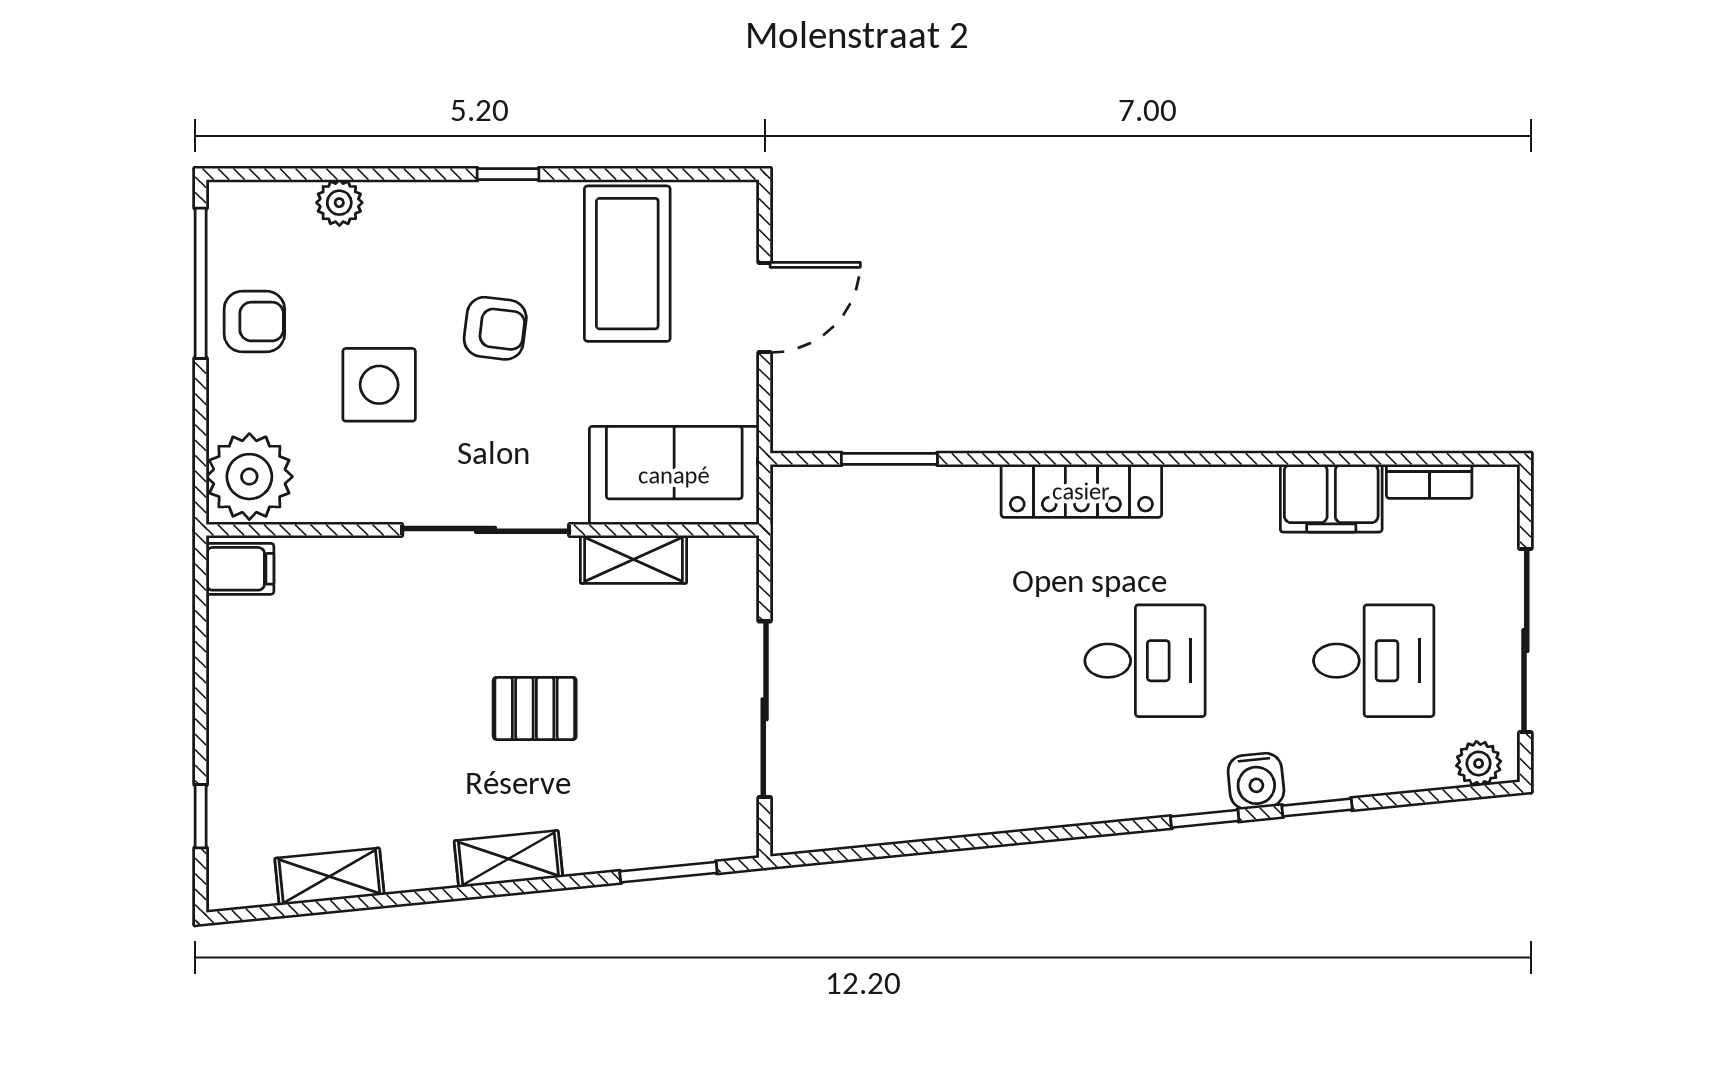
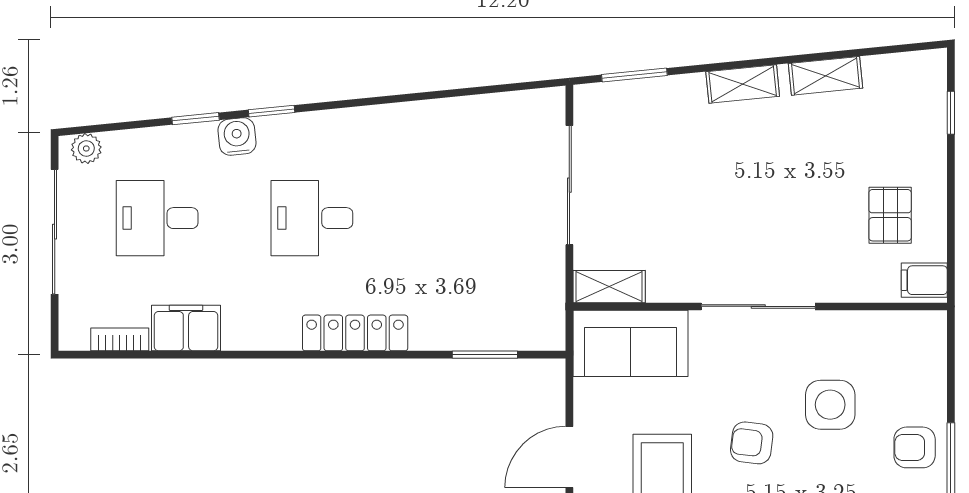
plant: (249, 477) -> (918, 343), removed
shelving: (633, 559) -> (609, 287), moved
pallet: (535, 708) -> (890, 215), moved, turned 90
shelving: (329, 877) -> (826, 76), moved

